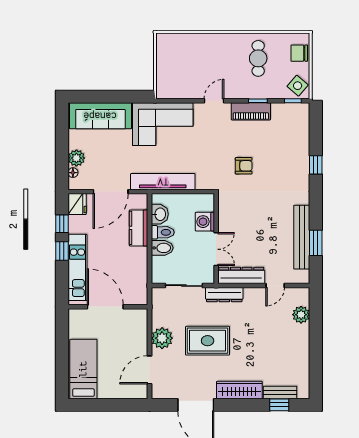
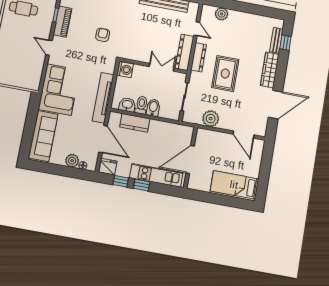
washing machine: (205, 222) -> (125, 70), moved, turned -90
dresser: (224, 295) -> (199, 57), moved
plant: (162, 338) -> (211, 119), moved
rug: (208, 341) -> (225, 74), moved

